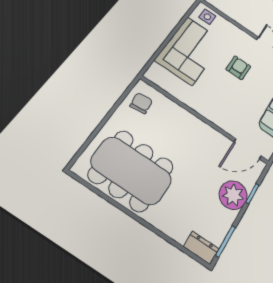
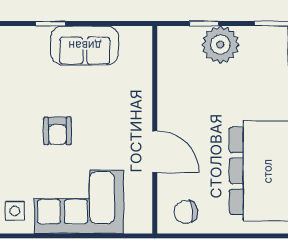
armchair: (238, 68) -> (57, 131), turned -90
door: (248, 149) -> (155, 152), moved

